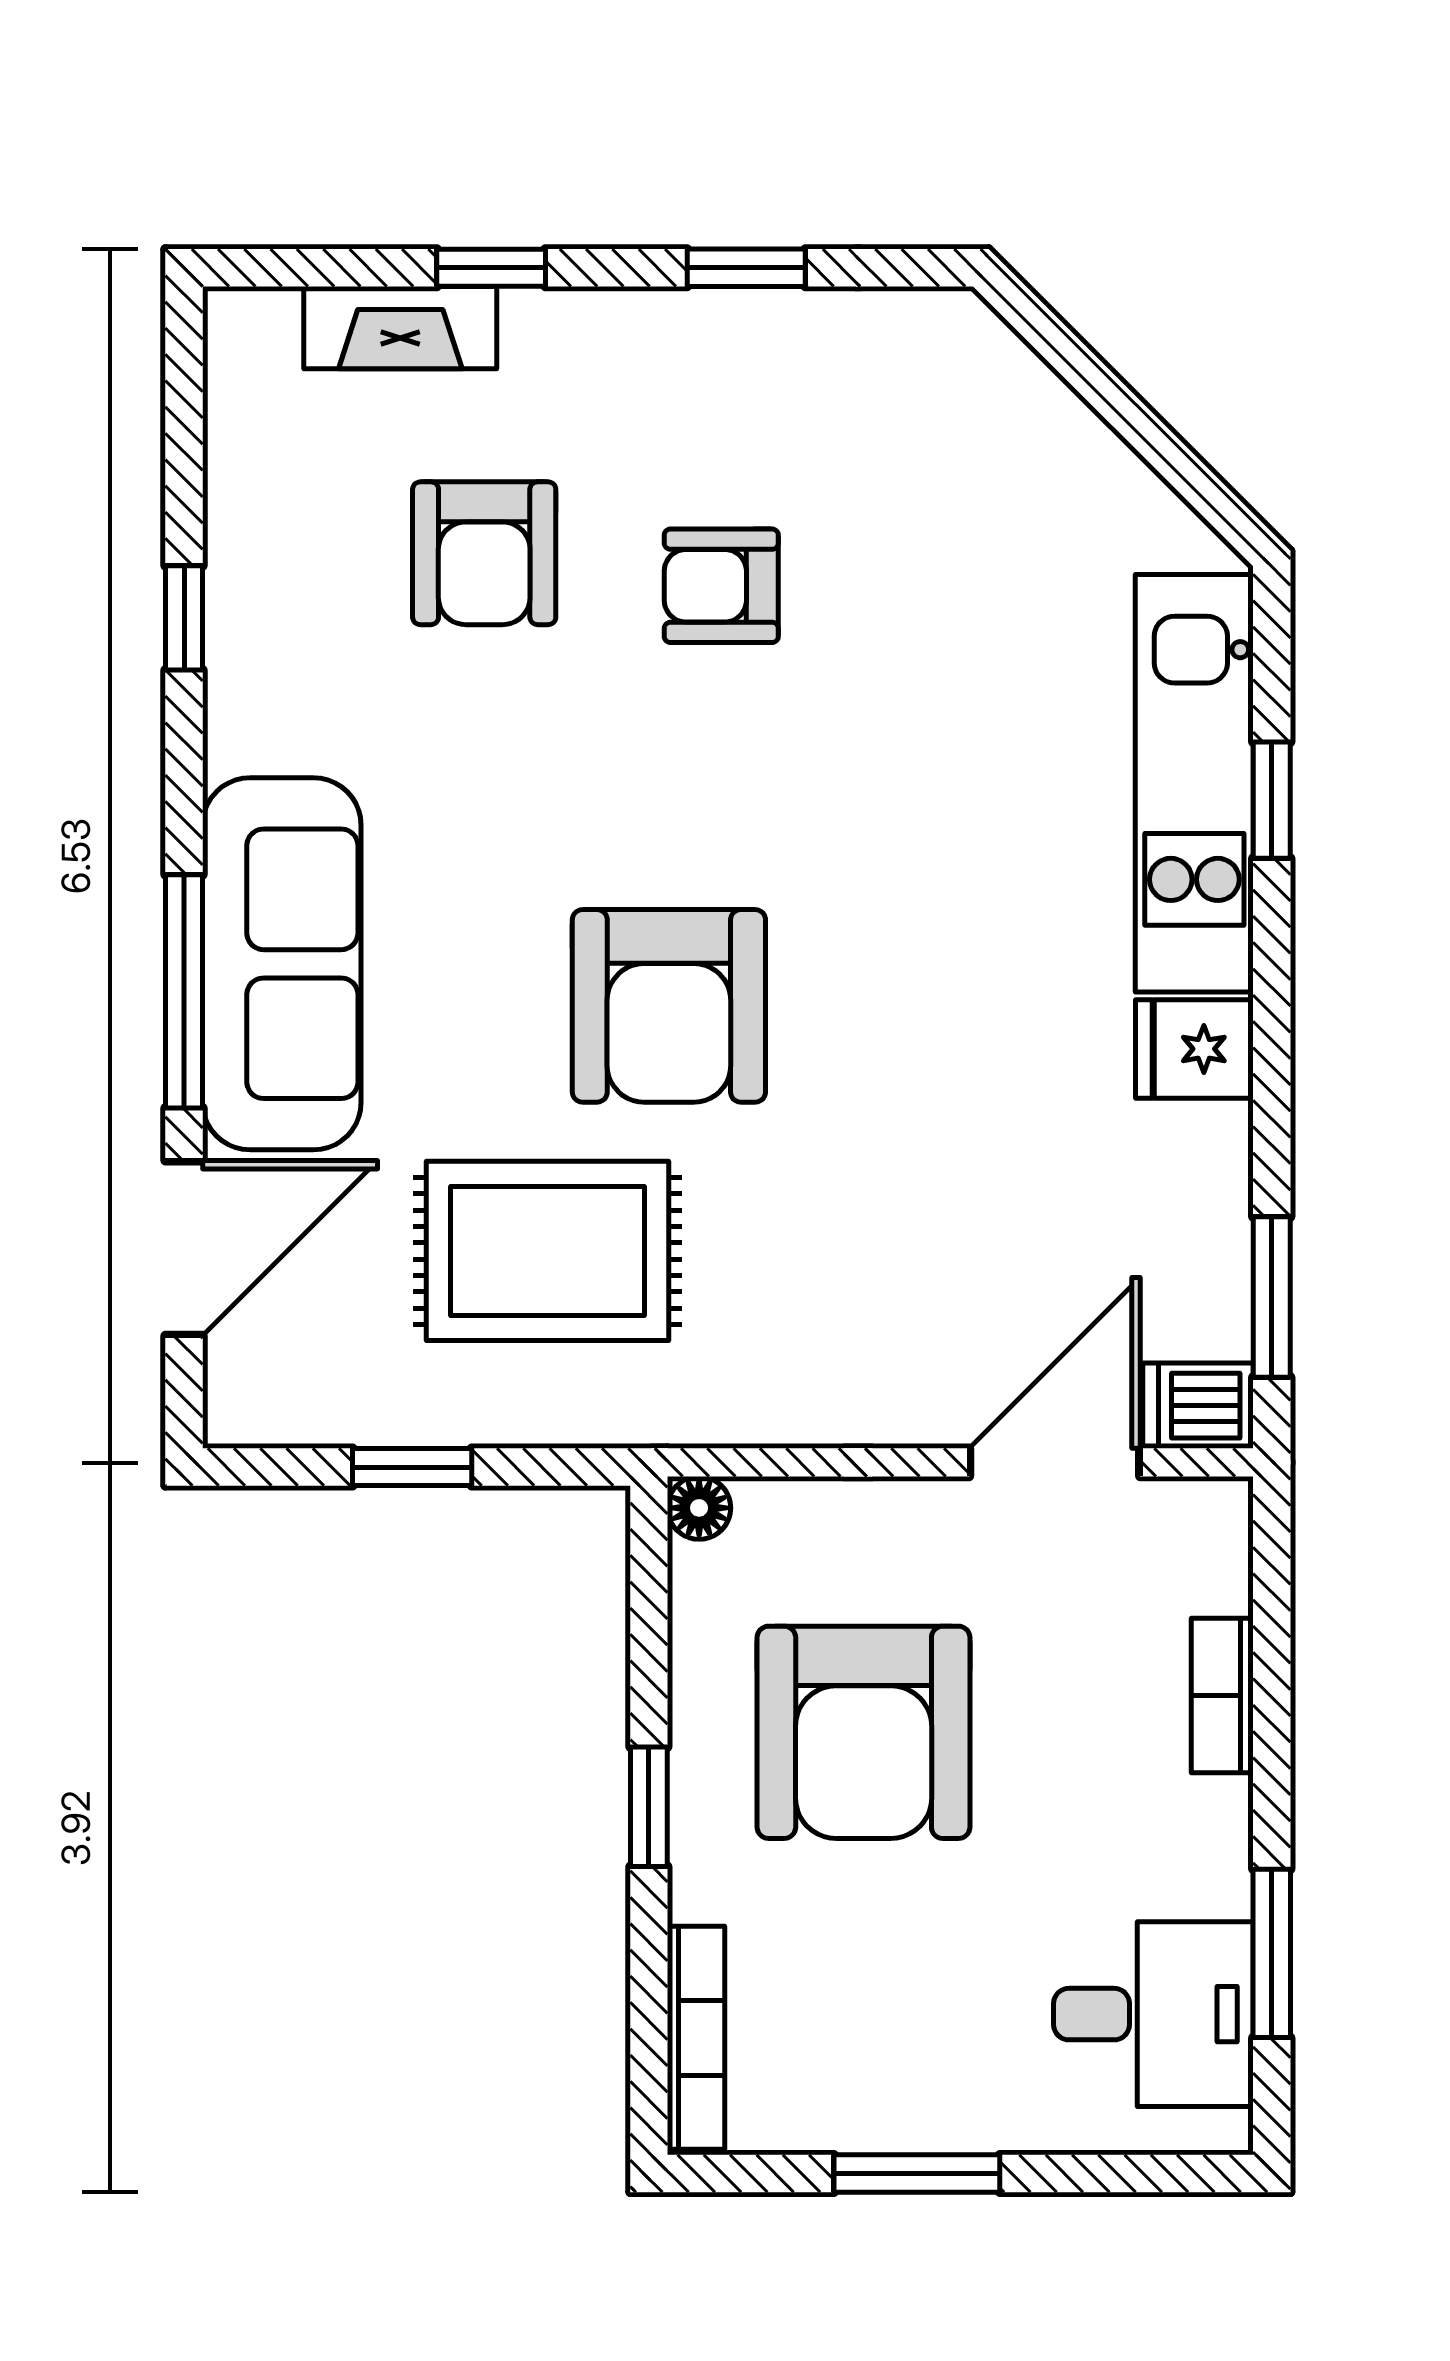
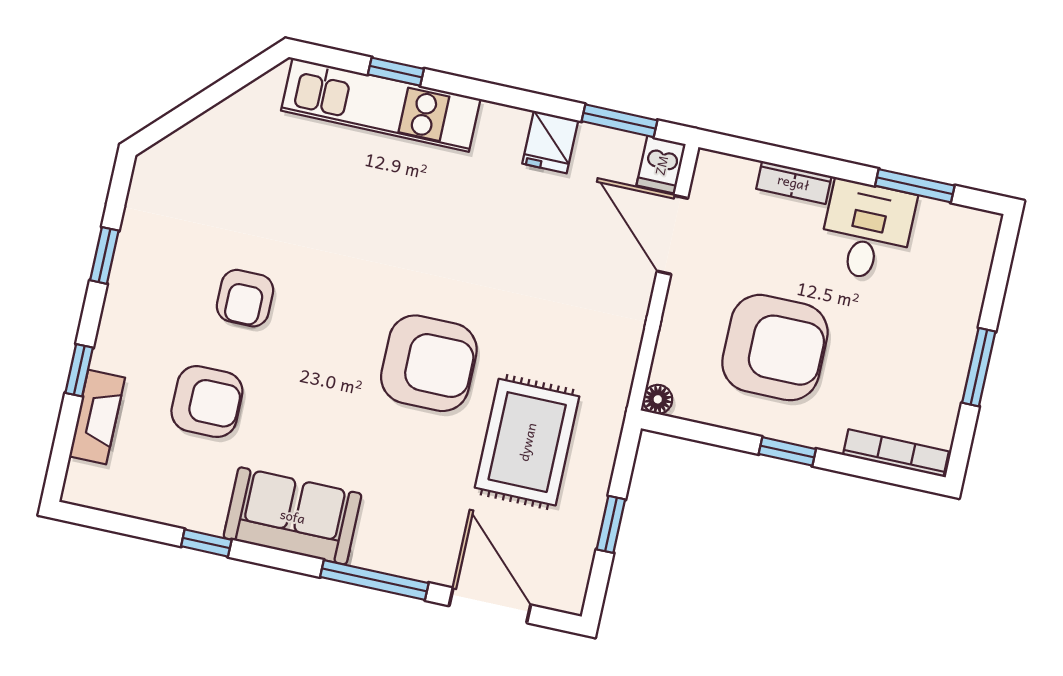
sofa: (282, 964) -> (293, 516), moved, width x0.73
fridge: (1194, 1049) -> (550, 142), moved
desk: (1153, 2014) -> (867, 231), moved

